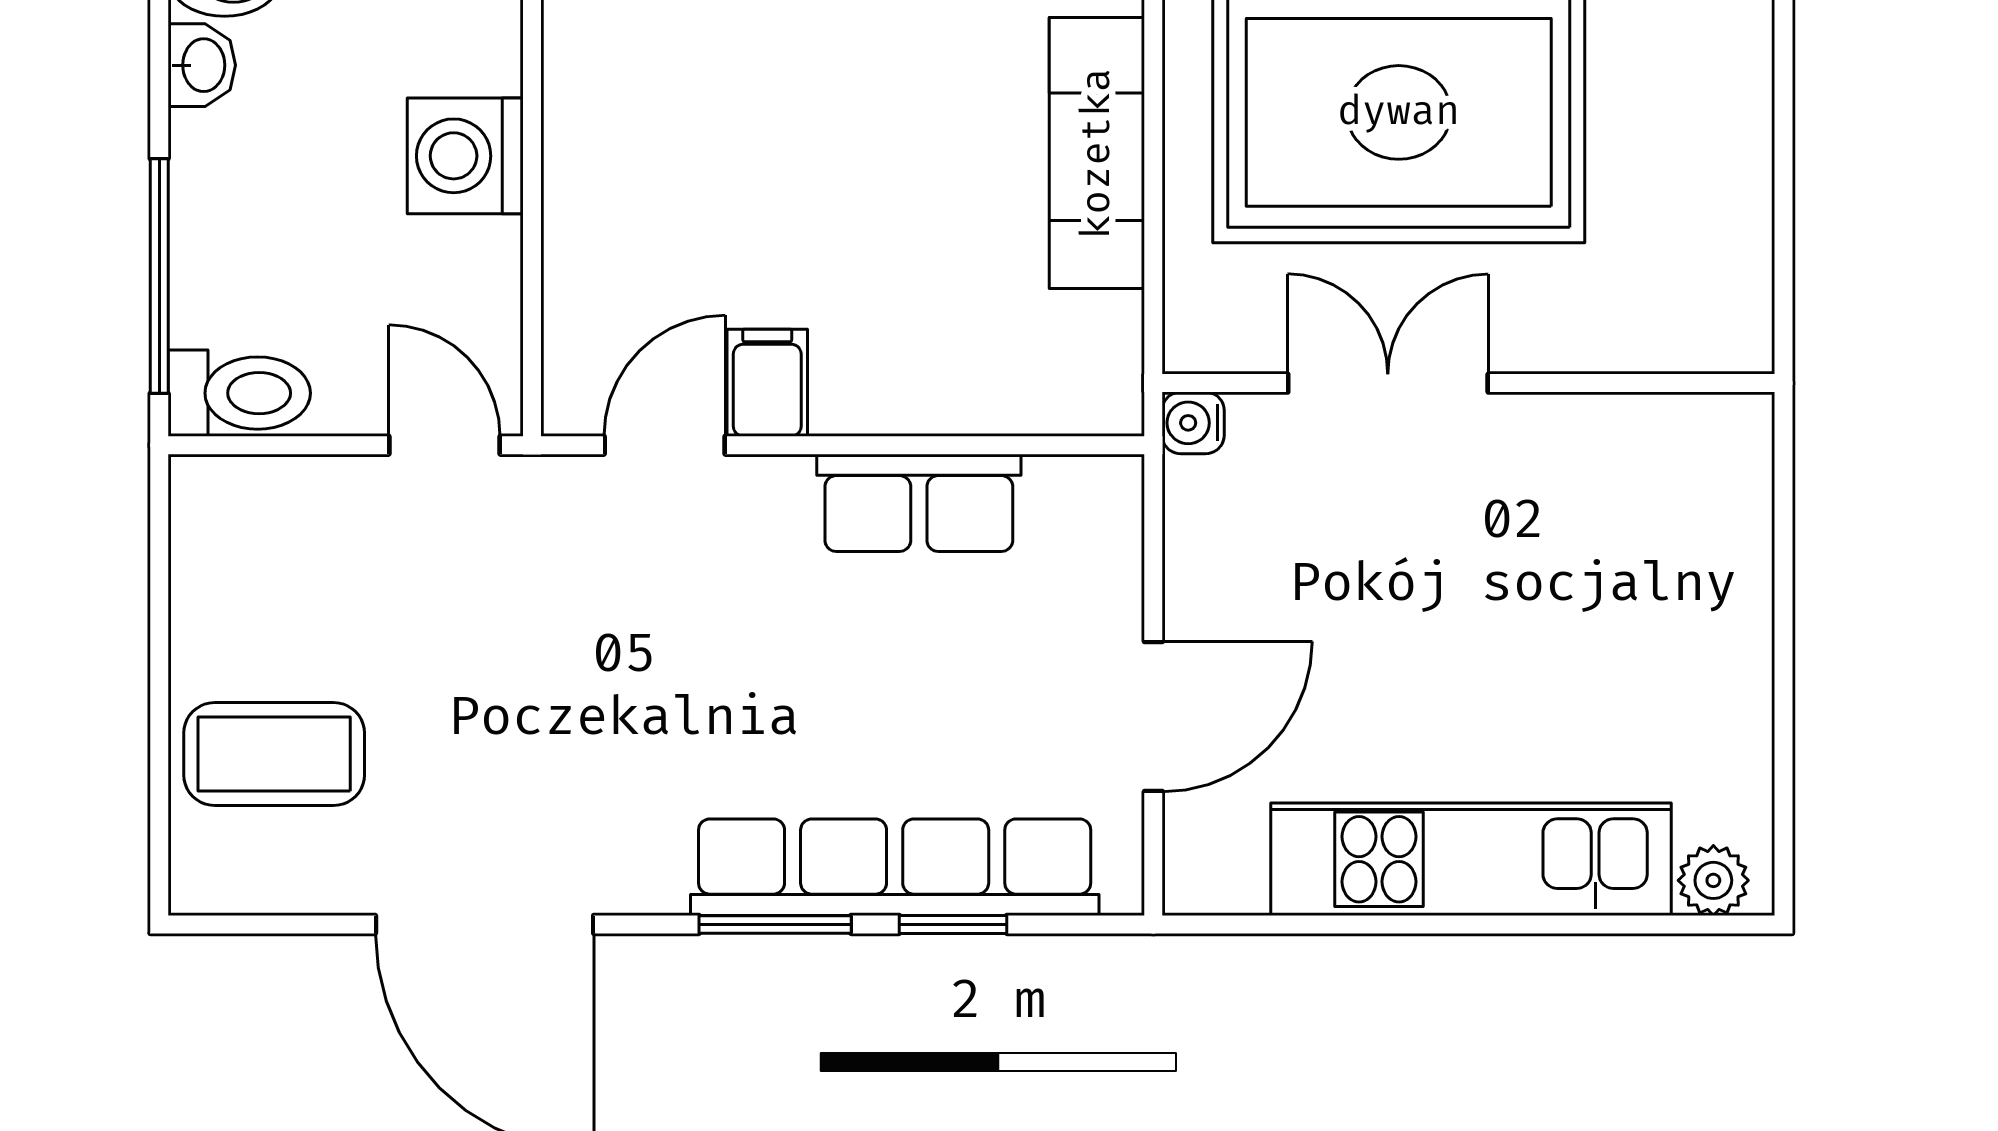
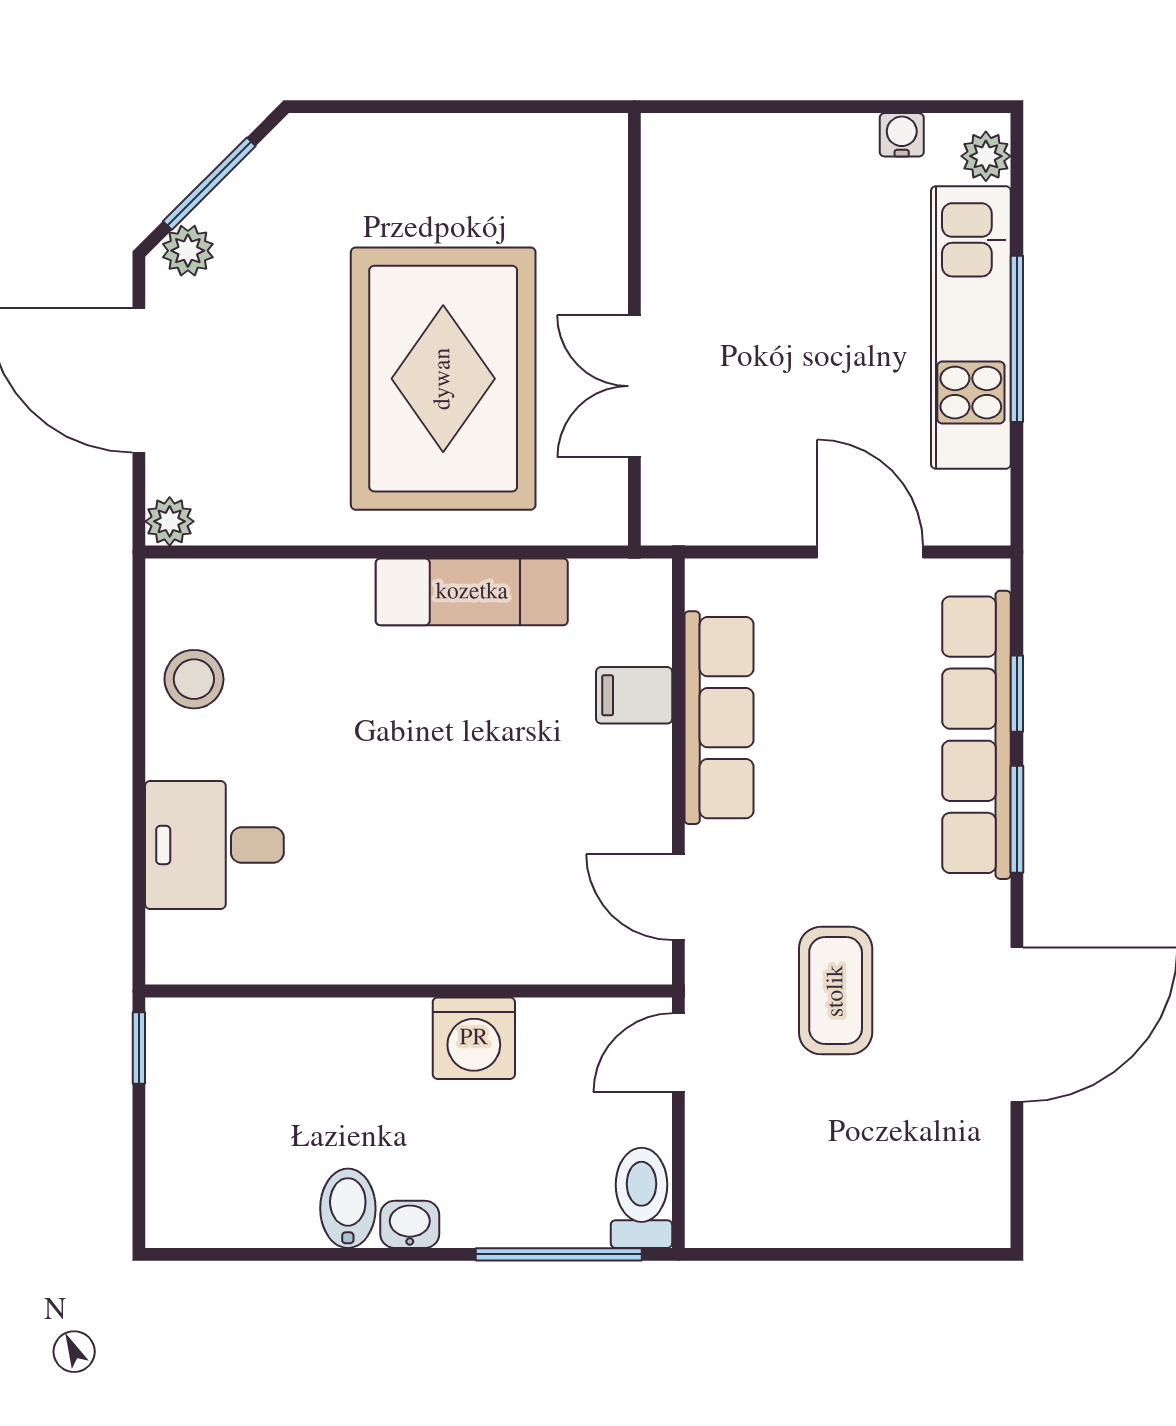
filing cabinet: (767, 383) -> (634, 695), moved
water cooler: (1193, 423) -> (902, 135), moved, turned 180
row of seats: (919, 503) -> (719, 718), width x1.48
coffee table: (274, 754) -> (836, 991), moved
window: (1455, 924) -> (1017, 339), added

